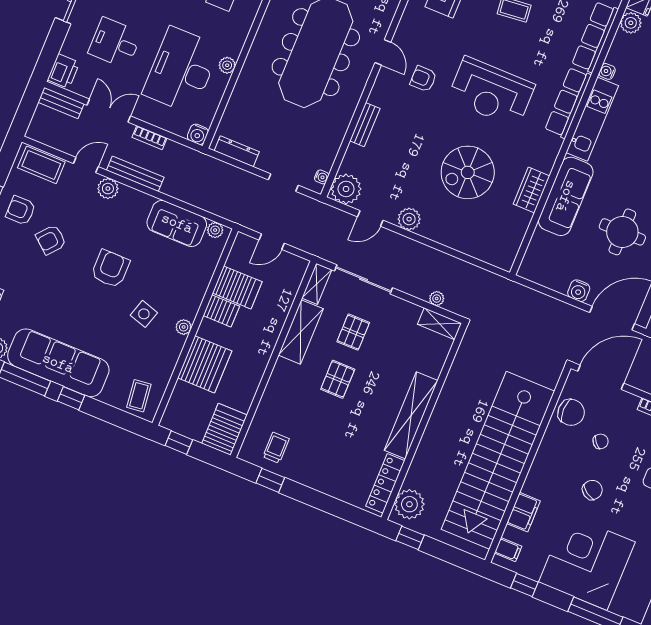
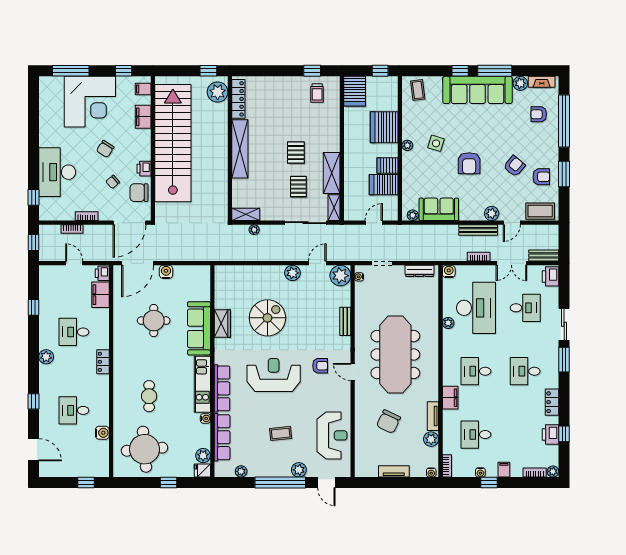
printer: (551, 442) -> (144, 169), added

